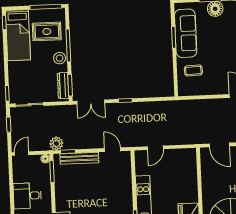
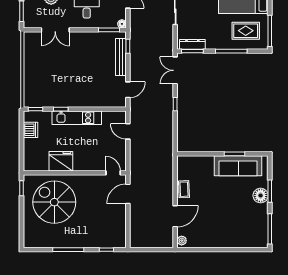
rug: (47, 31) -> (246, 31), turned 90
stool: (60, 58) -> (219, 42), removed
coffee table: (193, 70) -> (184, 189), moved
plant: (56, 144) -> (136, 35), removed
door: (199, 161) -> (113, 173), added

